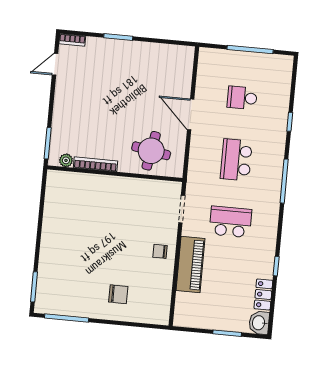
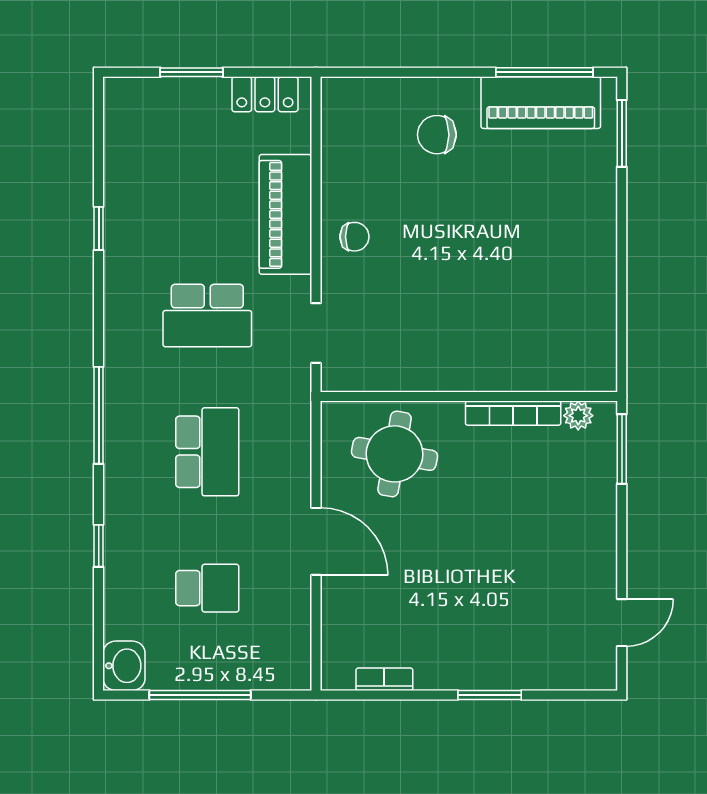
bookcase: (72, 40) -> (384, 679), moved
locker: (263, 294) -> (265, 94), moved, turned 90
piano: (70, 304) -> (541, 103), added
washbasin: (259, 323) -> (124, 666), moved

